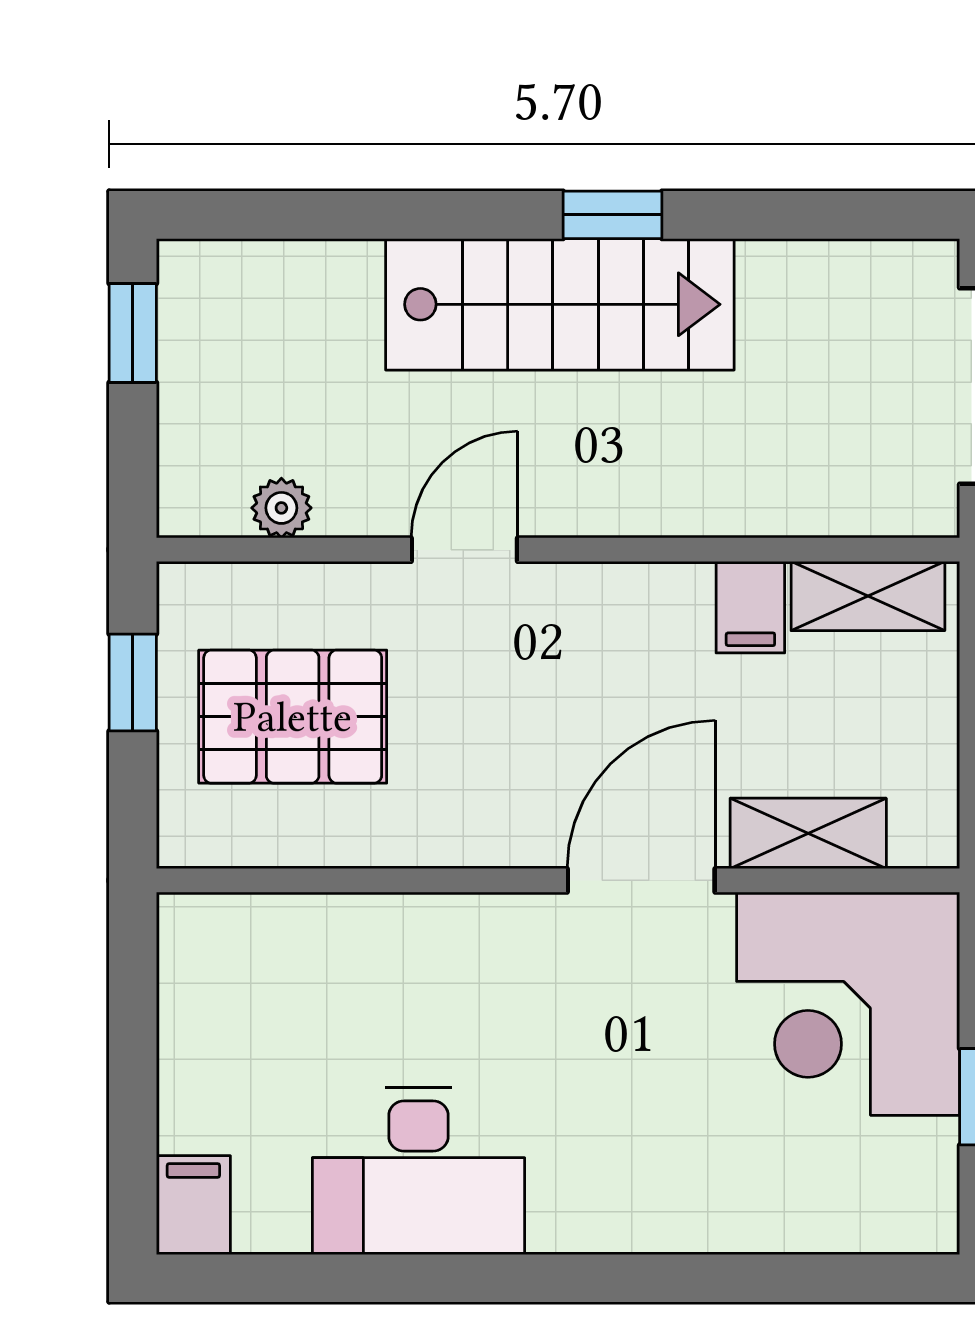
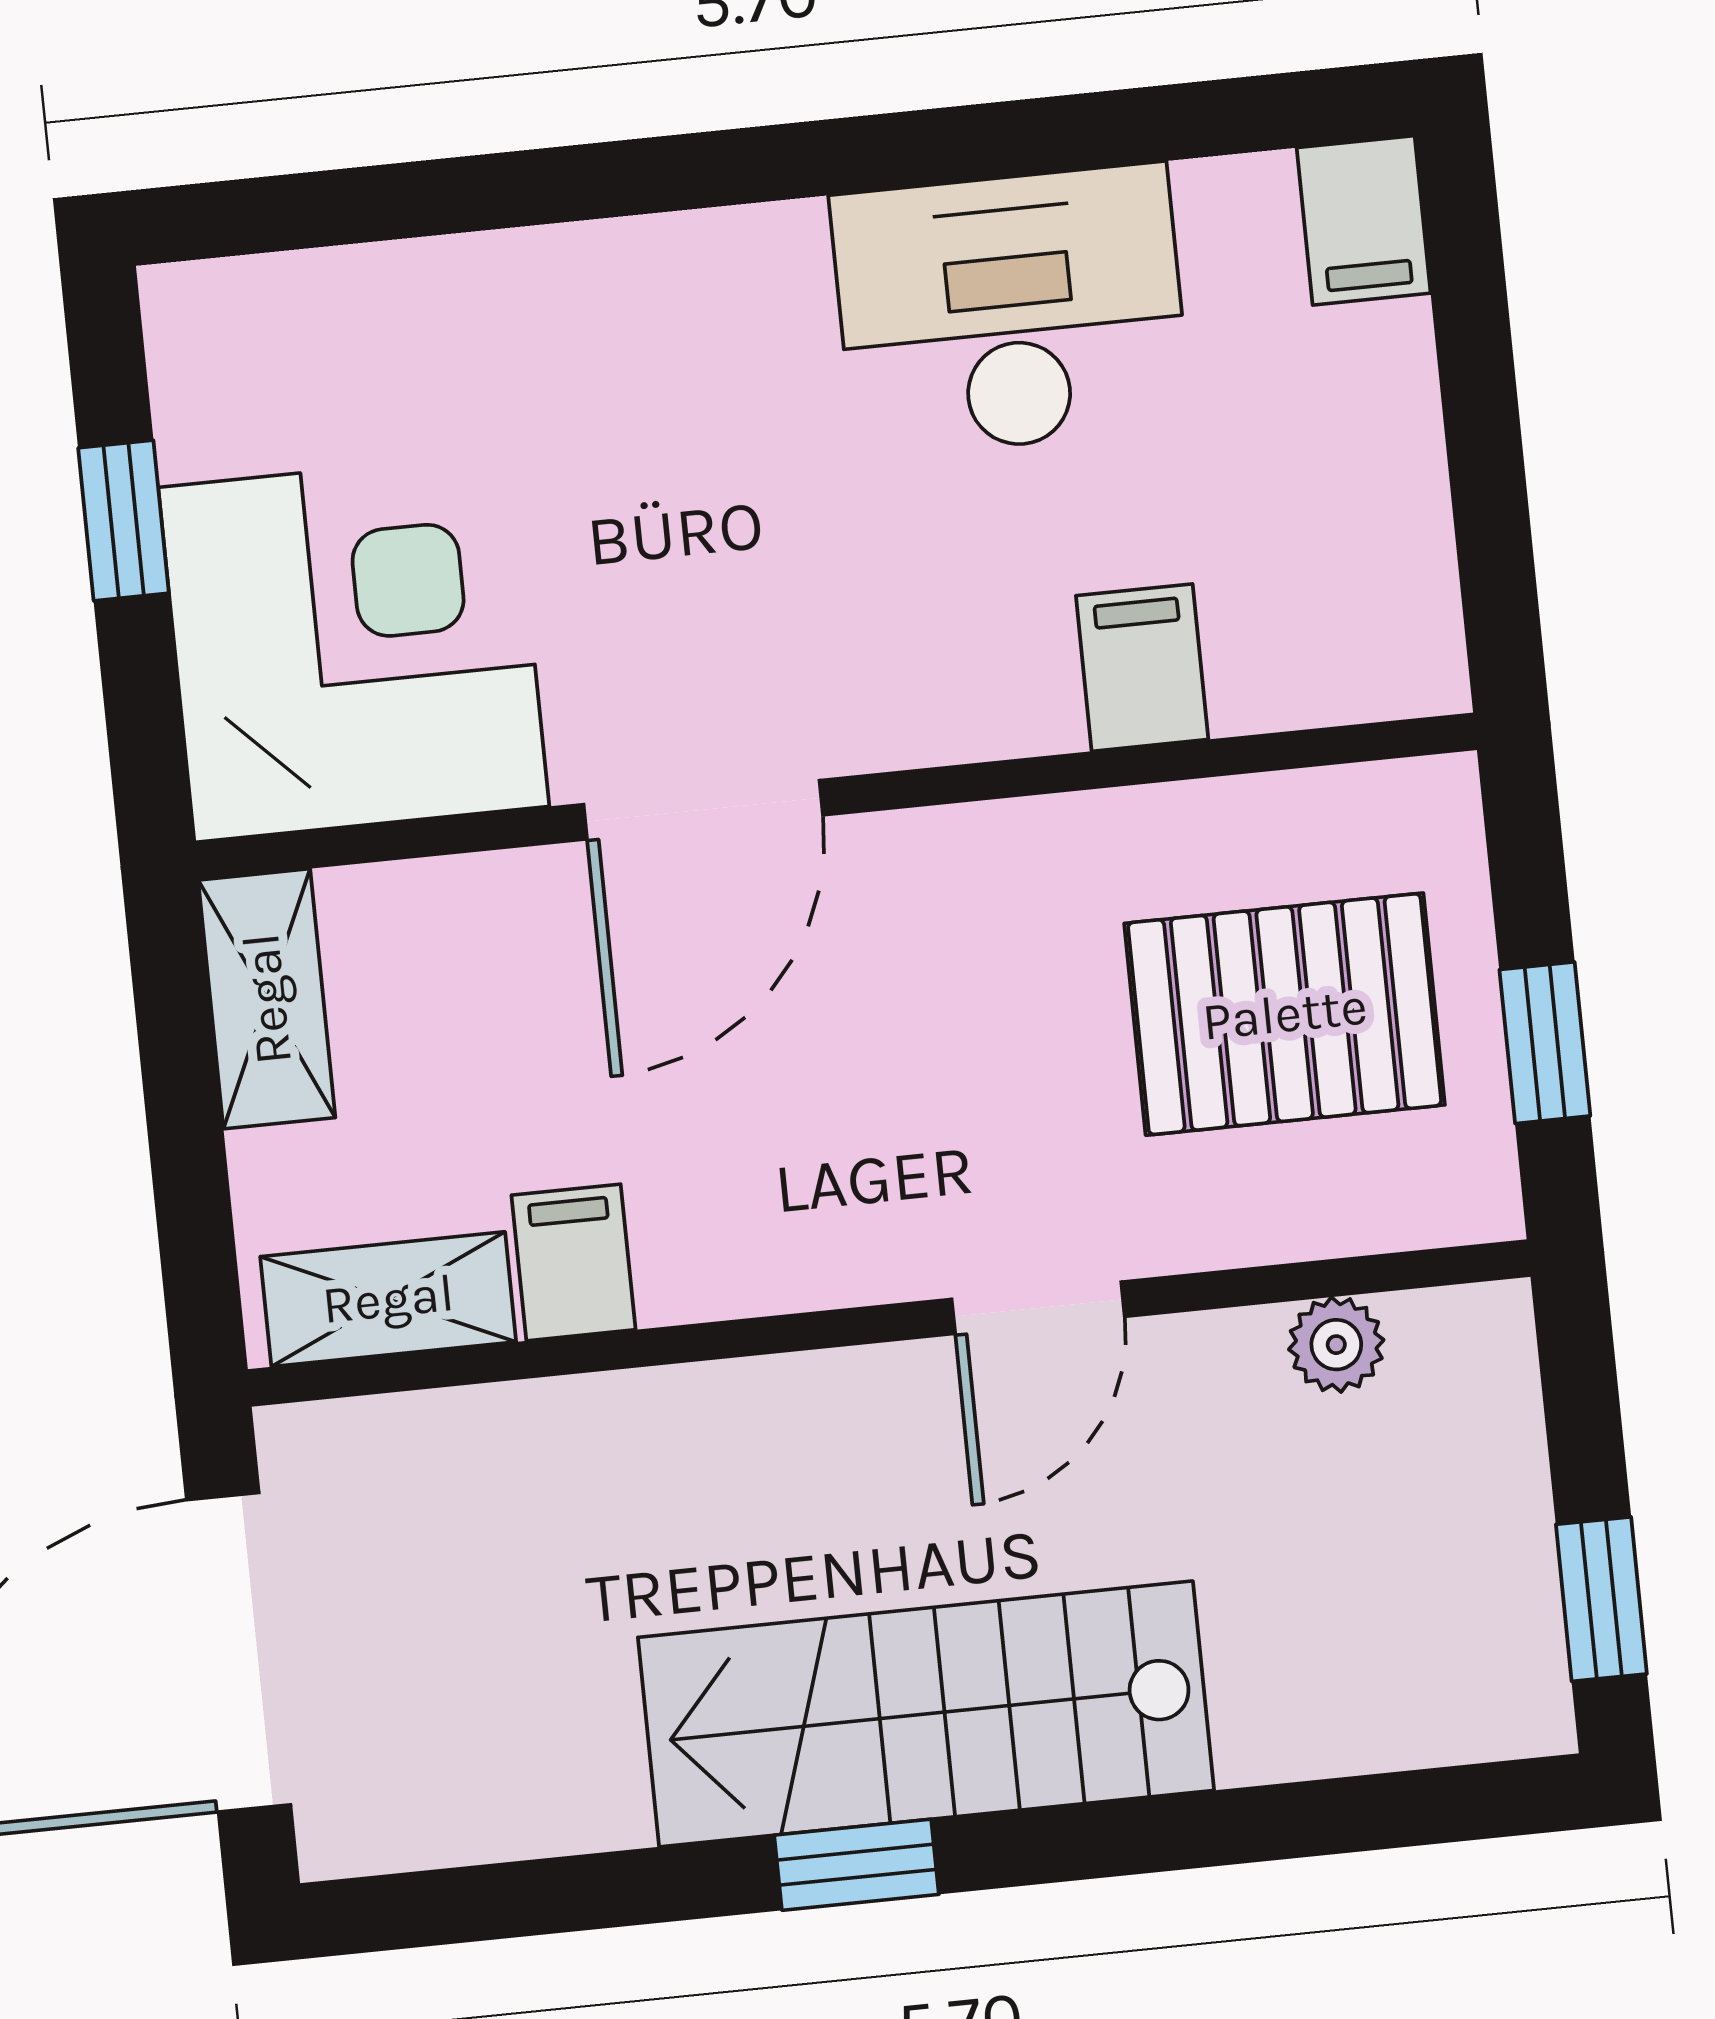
shelving: (808, 833) -> (267, 999), moved, turned 90
filing cabinet: (359, 941) -> (1142, 668), added

